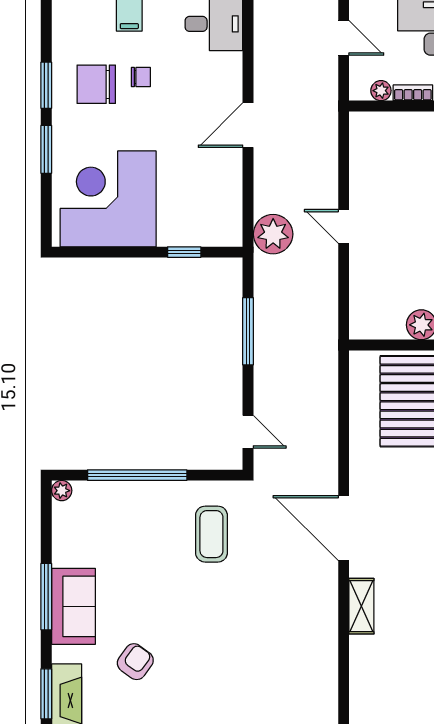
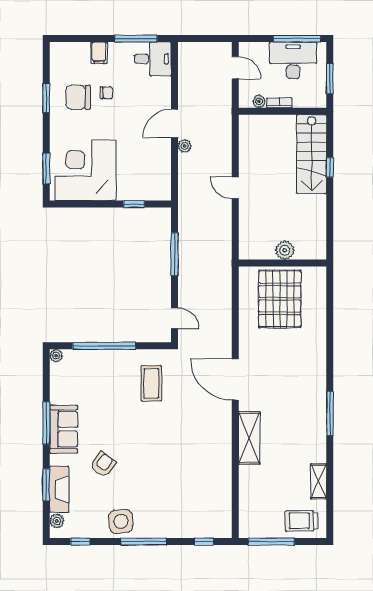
window: (46, 149) -> (46, 168), moved
plant: (273, 234) -> (185, 146), moved, width x0.53, depth x0.53
shelving: (361, 606) -> (249, 438), width x1.50, depth x1.33

